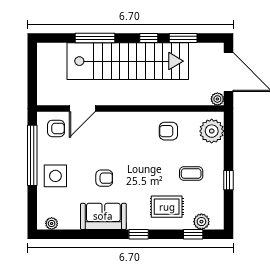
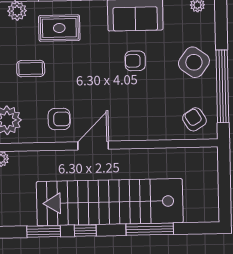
door: (82, 109) -> (93, 146), moved
armchair: (56, 128) -> (194, 119), turned 58
side table: (55, 176) -> (194, 62), turned 36

